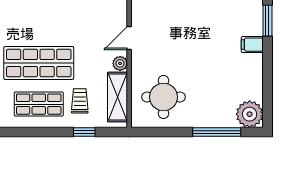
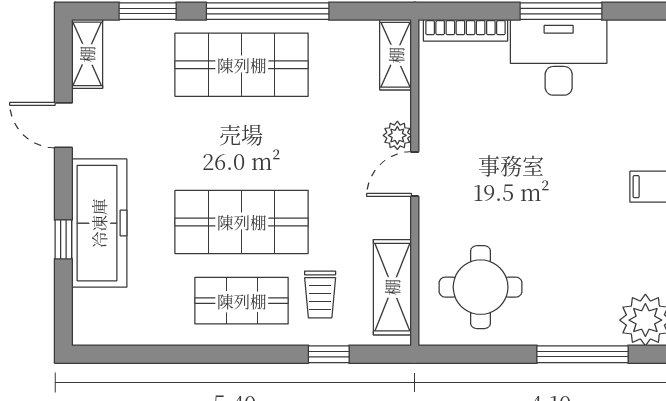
plant: (120, 63) -> (397, 135), moved
trolley: (80, 101) -> (320, 295), turned 180

